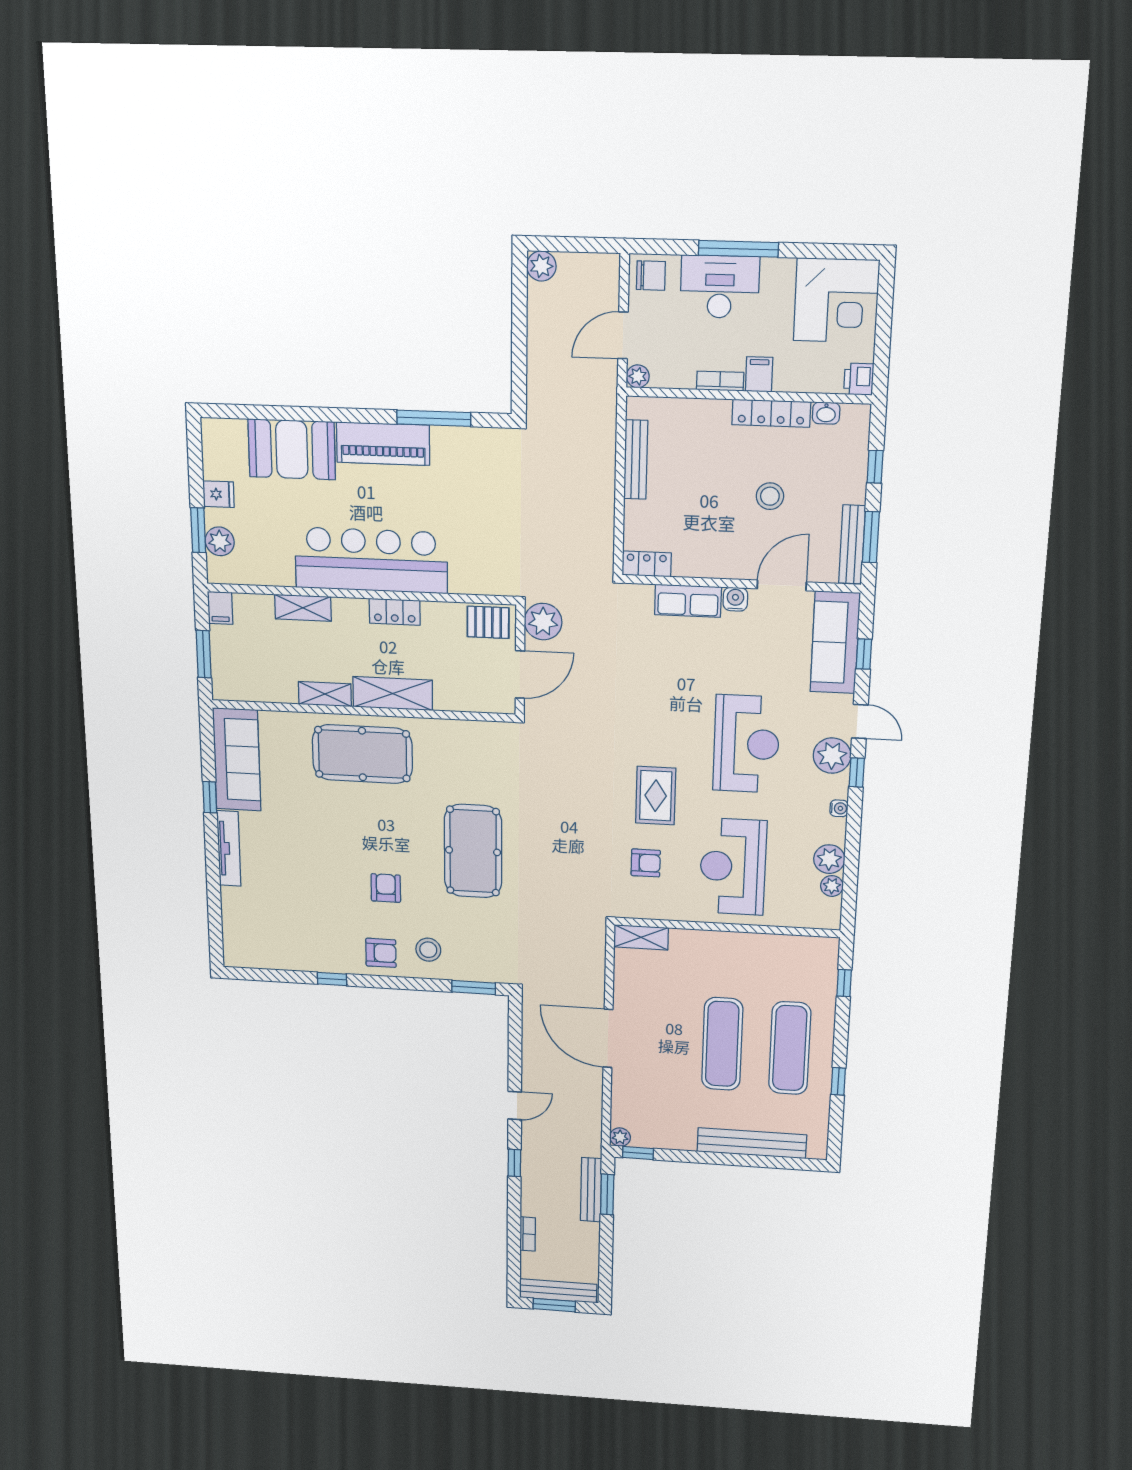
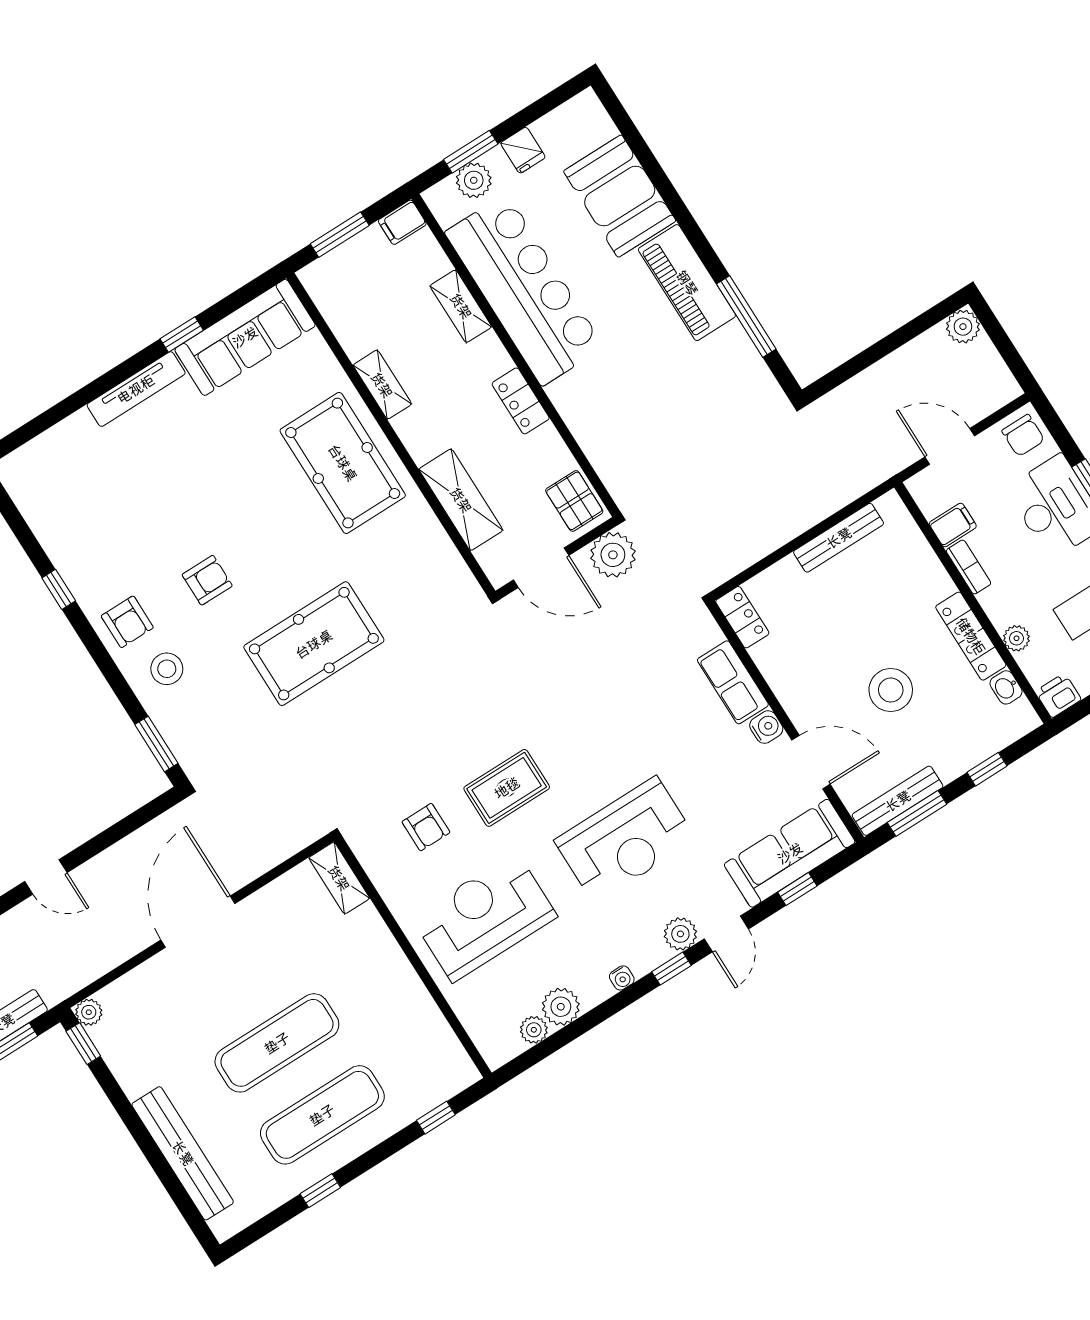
filing cabinet: (759, 374) -> (953, 525), moved
plant: (638, 376) -> (1016, 638), moved
stool: (770, 496) -> (891, 690), width x1.38, depth x1.38
bar counter: (371, 560) -> (524, 290), moved
shelving: (393, 693) -> (461, 500), moved
plant: (832, 756) -> (680, 934), width x0.73, depth x0.73

